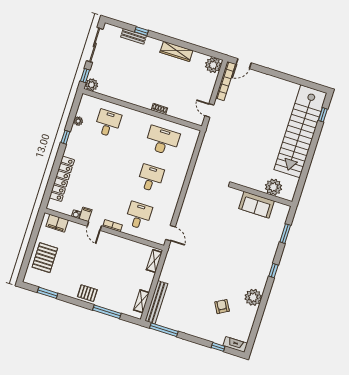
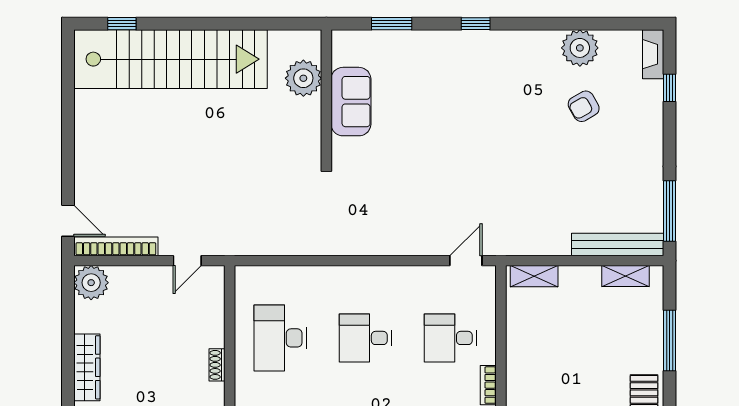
plant: (253, 297) -> (580, 48), moved

